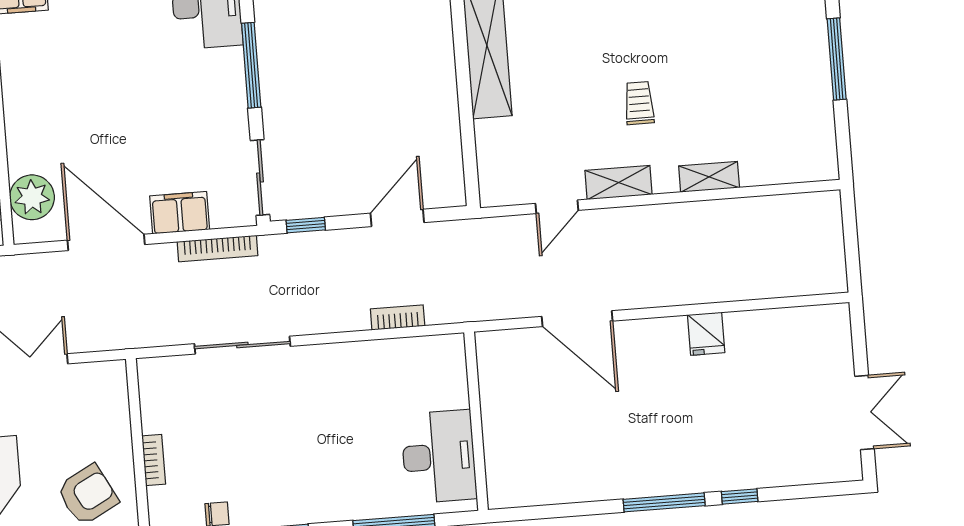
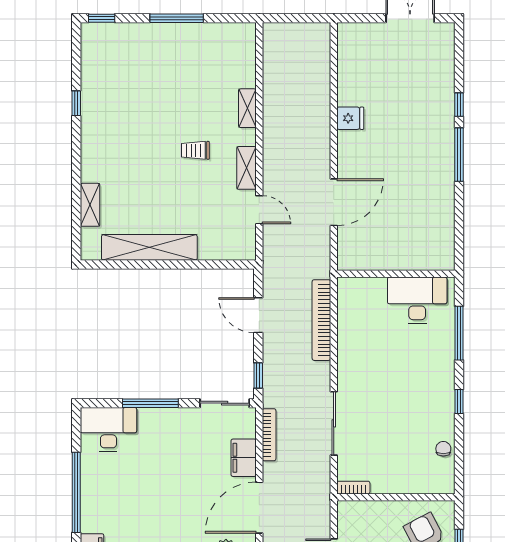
bookcase: (398, 317) -> (321, 320), width x2.31, depth x1.31
bookcase: (154, 460) -> (353, 488), moved

